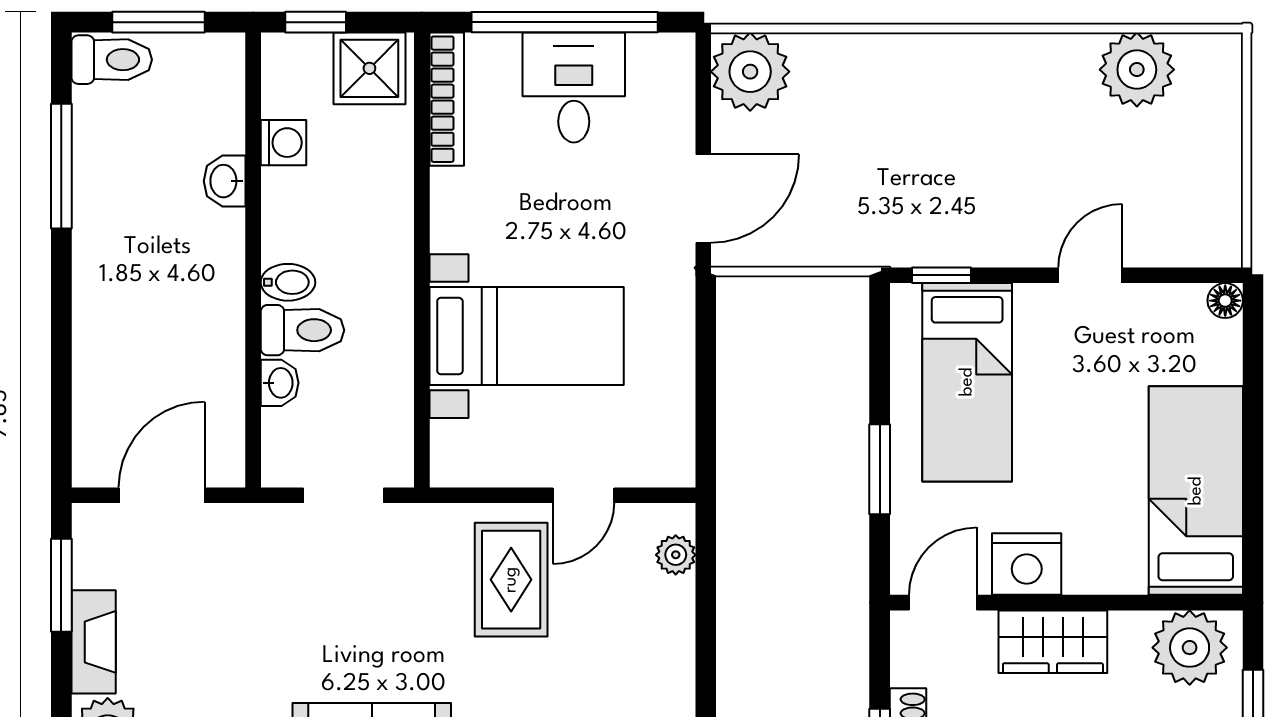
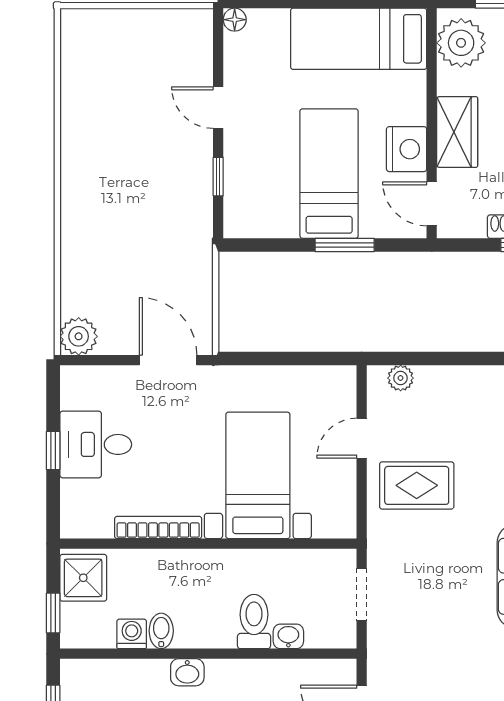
window: (565, 22) -> (53, 450), width x0.32
plant: (1137, 70) -> (84, 77), removed
plant: (750, 72) -> (79, 336), width x0.73, depth x0.73
bookcase: (447, 99) -> (158, 527), moved
washbasin: (225, 181) -> (187, 672), moved
window: (942, 275) -> (218, 177), moved
bidet: (288, 282) -> (161, 631), moved
bed: (967, 382) -> (329, 174), moved, turned -90
door: (584, 495) -> (362, 438), swing flipped

